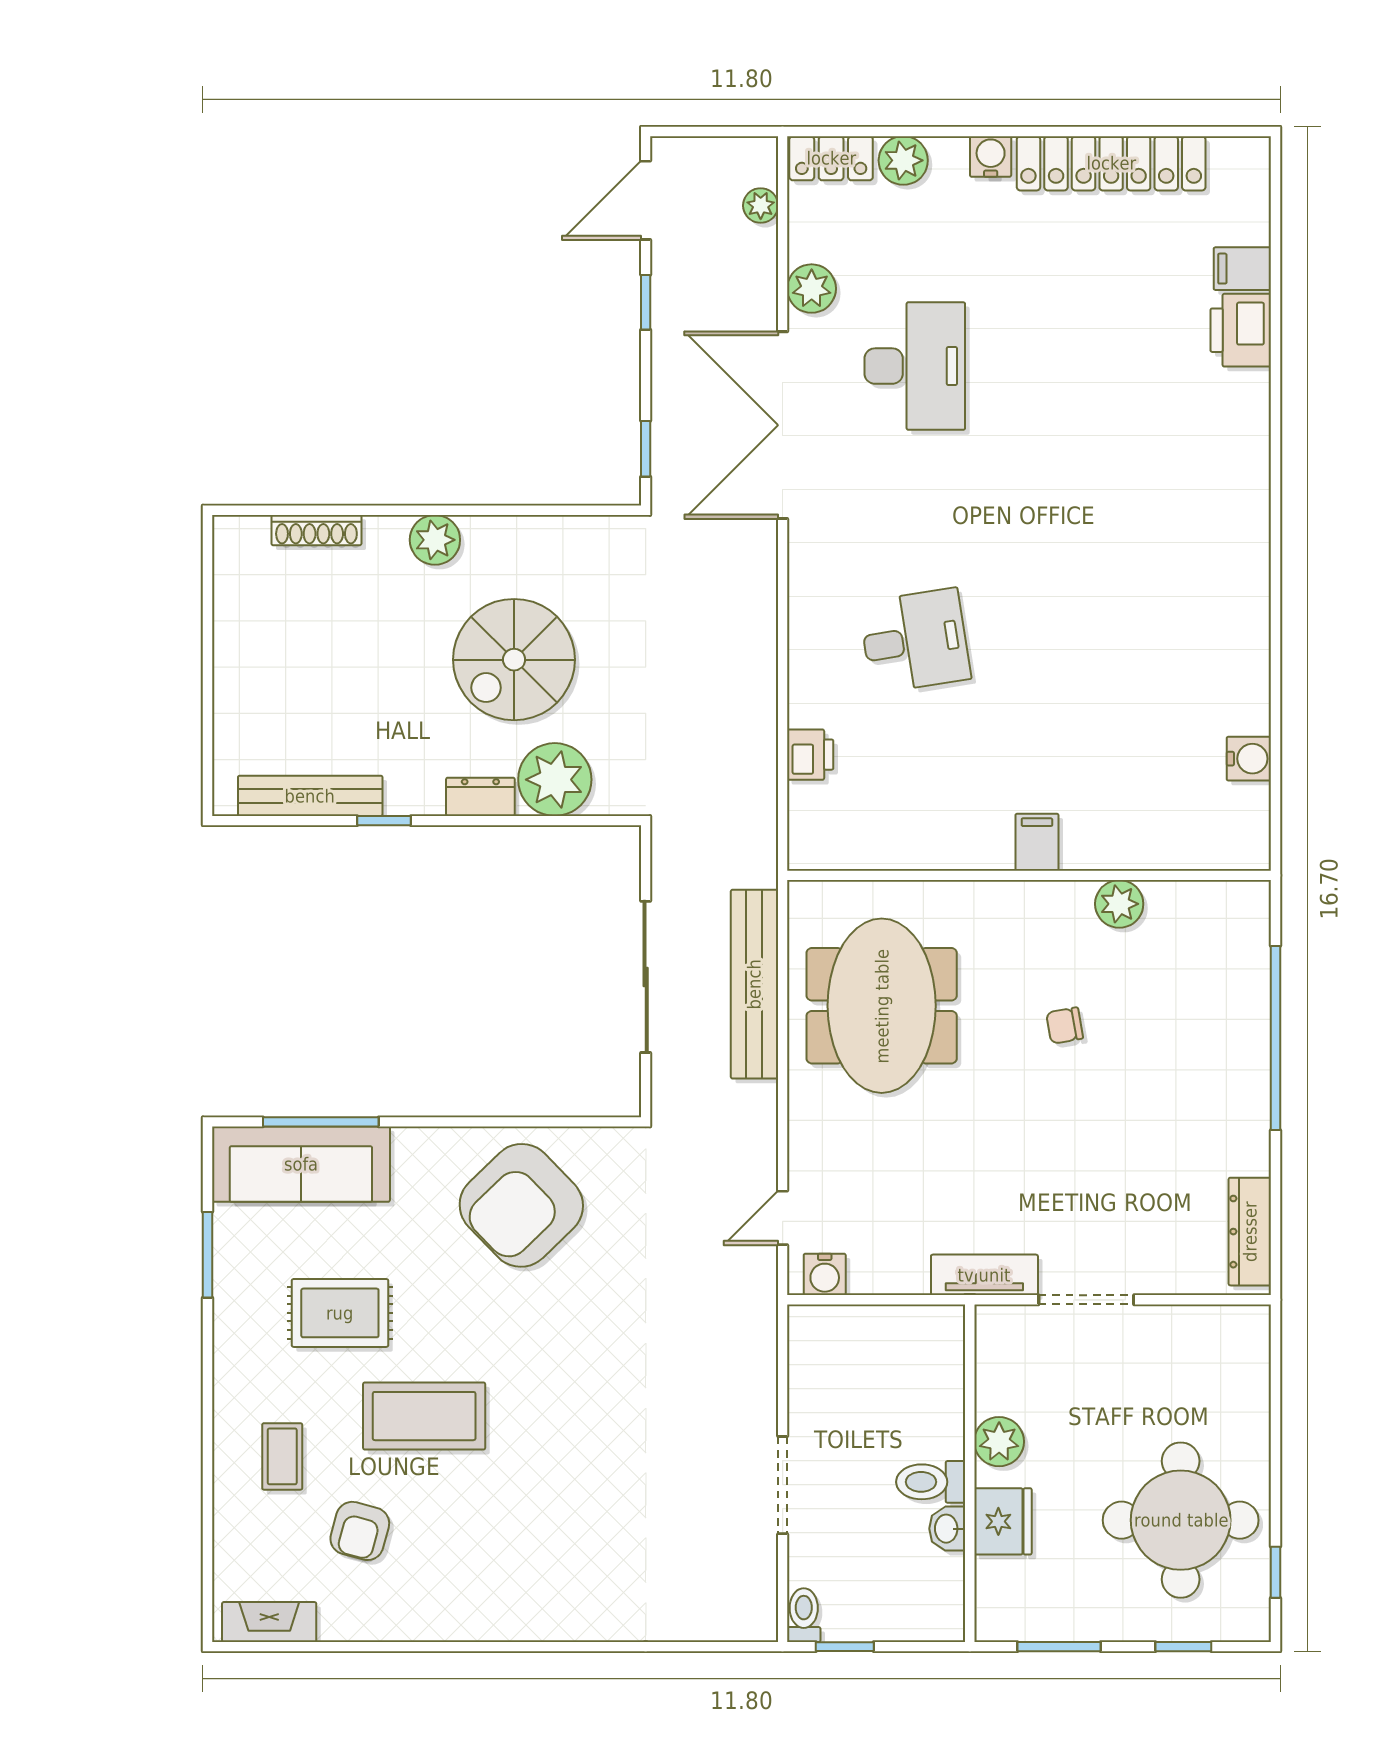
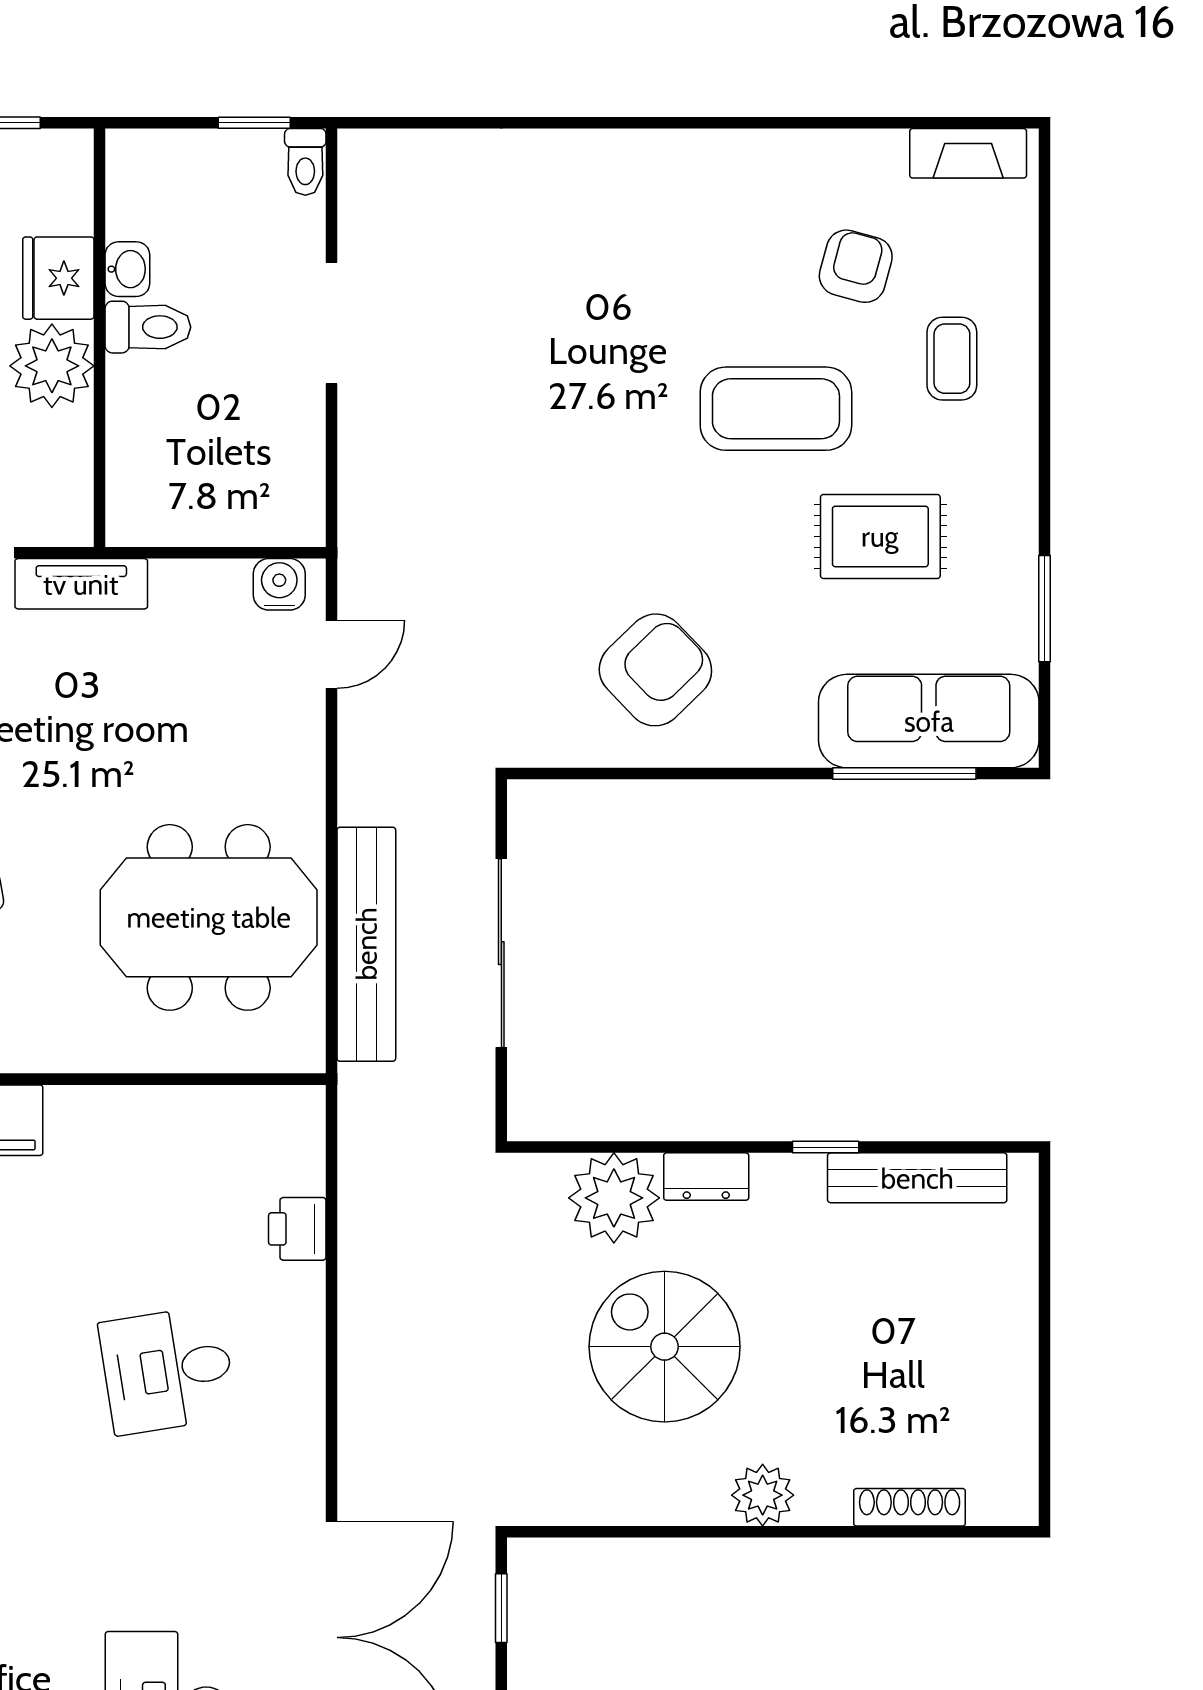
spiral stairs: (514, 660) -> (665, 1347), turned -90
meeting table: (882, 1006) -> (209, 917), turned 90
armchair: (521, 1205) -> (655, 670), width x0.73, depth x0.73
plant: (999, 1442) -> (52, 366), width x1.36, depth x1.36

